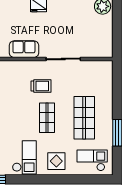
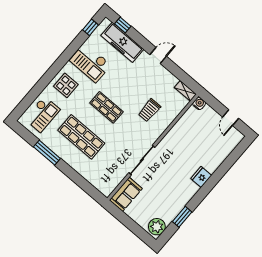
sofa: (24, 49) -> (126, 194), moved
trolley: (41, 86) -> (149, 110), moved

